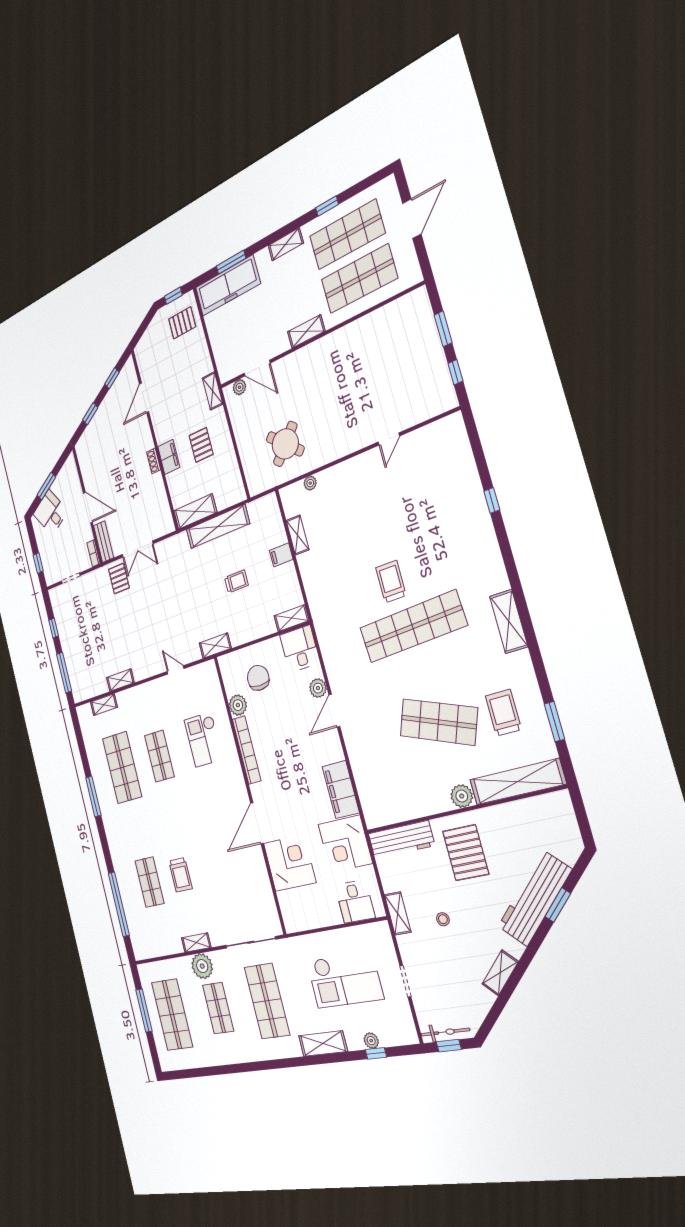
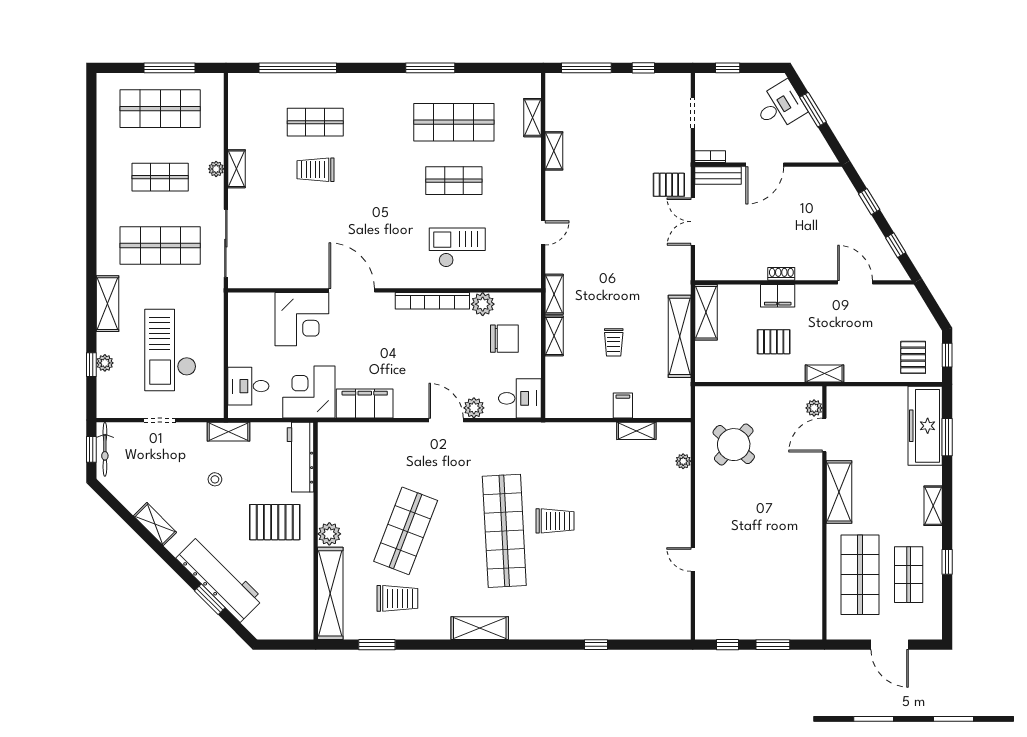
shop shelf: (347, 235) -> (909, 575), width x0.70, depth x0.74
shelving: (306, 331) -> (839, 492), width x1.50, depth x1.33
shelving: (291, 618) -> (554, 336), moved
plant: (202, 966) -> (216, 169), width x0.53, depth x0.53

